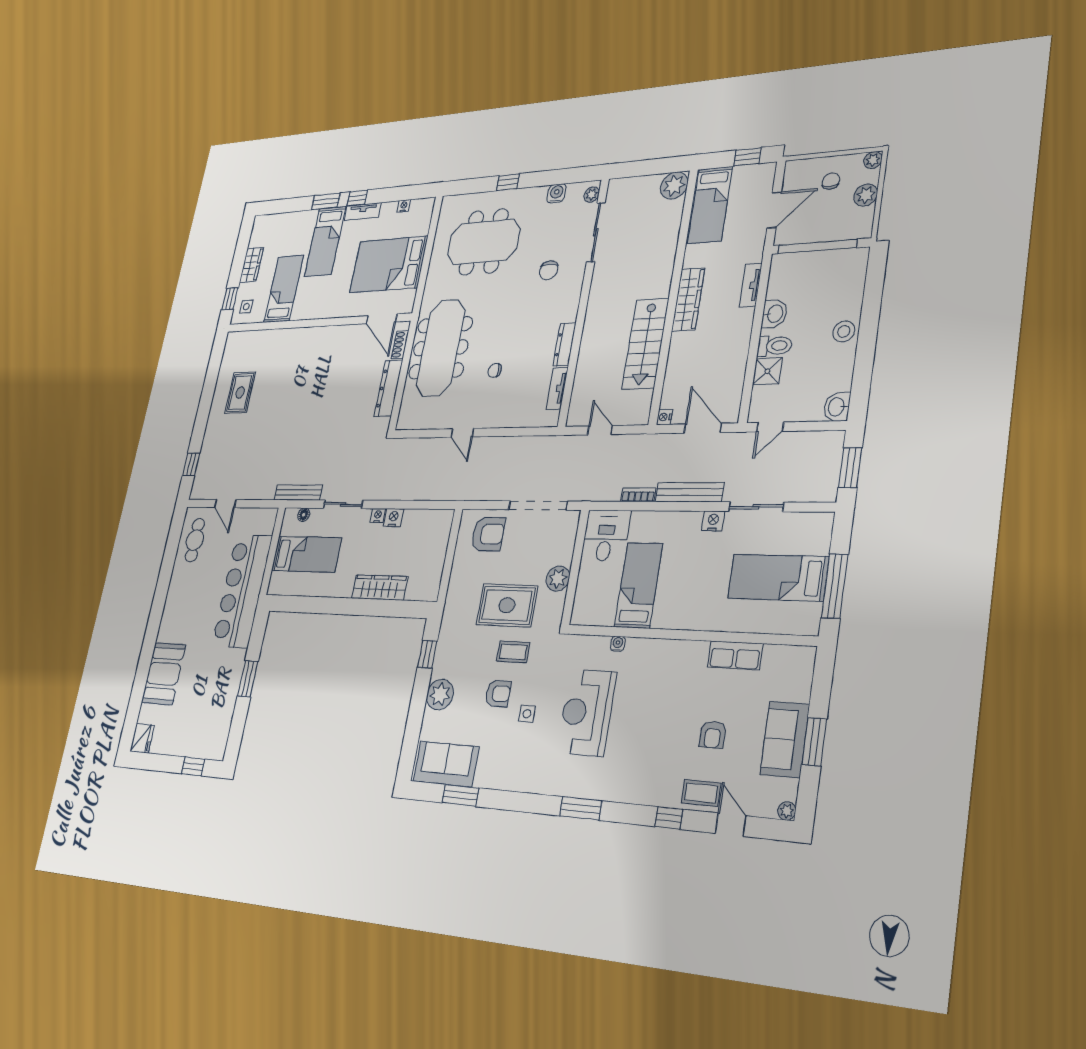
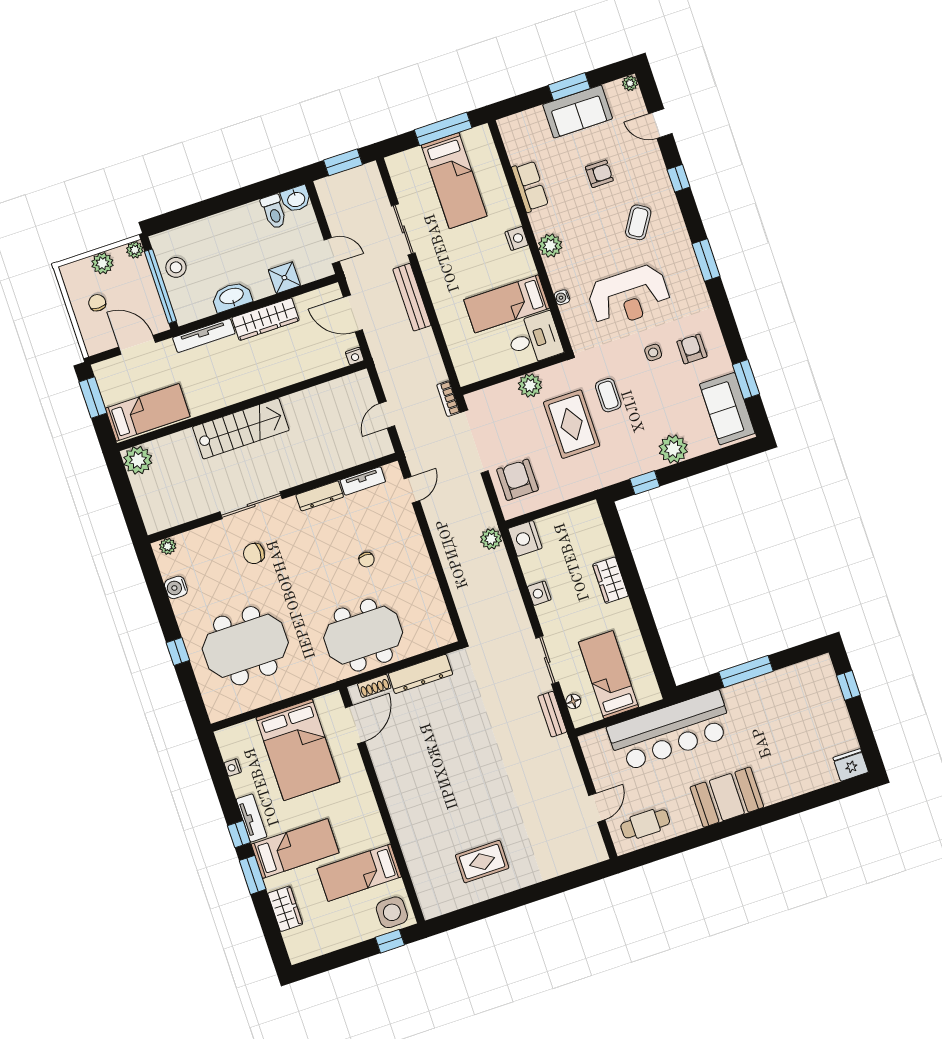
window: (747, 157) -> (93, 398), width x1.50
plant: (873, 160) -> (135, 250), moved
chair: (831, 181) -> (97, 303), turned 90
sliding door: (596, 232) -> (251, 505), moved
meeting table: (484, 242) -> (245, 646), turned 90
wardrobe: (251, 265) -> (285, 909), moved, turned 90
chair: (549, 270) -> (254, 553), turned 180
tv unit: (751, 285) -> (204, 336), width x1.41
wardrobe: (688, 299) -> (266, 319), moved, turned 180
side table: (246, 307) -> (392, 912), width x1.87, depth x1.87
washbasin: (774, 314) -> (232, 297), width x1.38
stool: (844, 331) -> (176, 267), moved
stairs: (645, 344) -> (241, 429), moved
toilet: (775, 346) -> (274, 212), moved, turned 180
meeting table: (441, 348) -> (363, 635), width x0.73
door: (703, 428) -> (353, 314), hinge flipped
door: (462, 433) -> (412, 490), moved
window: (191, 464) -> (574, 880), removed
plant: (455, 490) -> (491, 539), added
bench: (298, 493) -> (552, 714), width x0.73
bookcase: (638, 495) -> (448, 399), moved
nightstand: (378, 516) -> (525, 538), moved, width x1.89, depth x1.79
nightstand: (713, 521) -> (517, 238), moved, turned 180
desk: (606, 535) -> (534, 339), moved, turned 180
wardrobe: (380, 587) -> (611, 580), width x0.67
plant: (670, 652) -> (550, 246), added
booth: (164, 674) -> (727, 797), moved
window: (248, 679) -> (746, 671), width x1.44
armchair: (498, 694) -> (692, 349), moved
coffee table: (701, 793) -> (638, 222), moved, turned 32
door: (731, 825) -> (660, 124), hinge flipped

